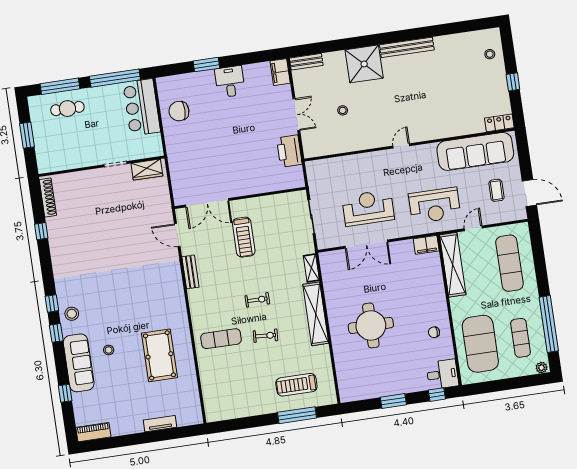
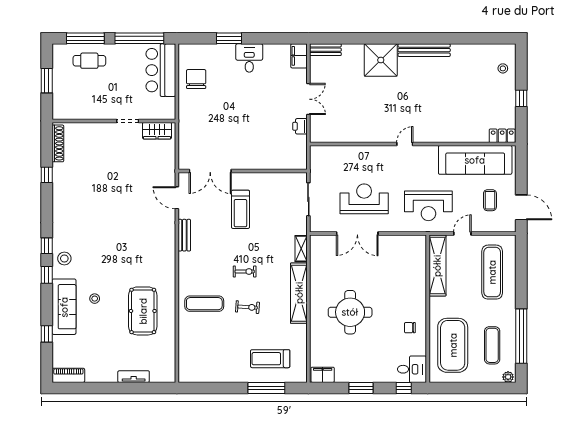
stool: (343, 110) -> (354, 102), removed
chair: (179, 111) -> (196, 79), turned 90
printer: (289, 151) -> (300, 126), width x0.53, depth x0.68
filing cabinet: (426, 245) -> (323, 375), moved, turned 180

